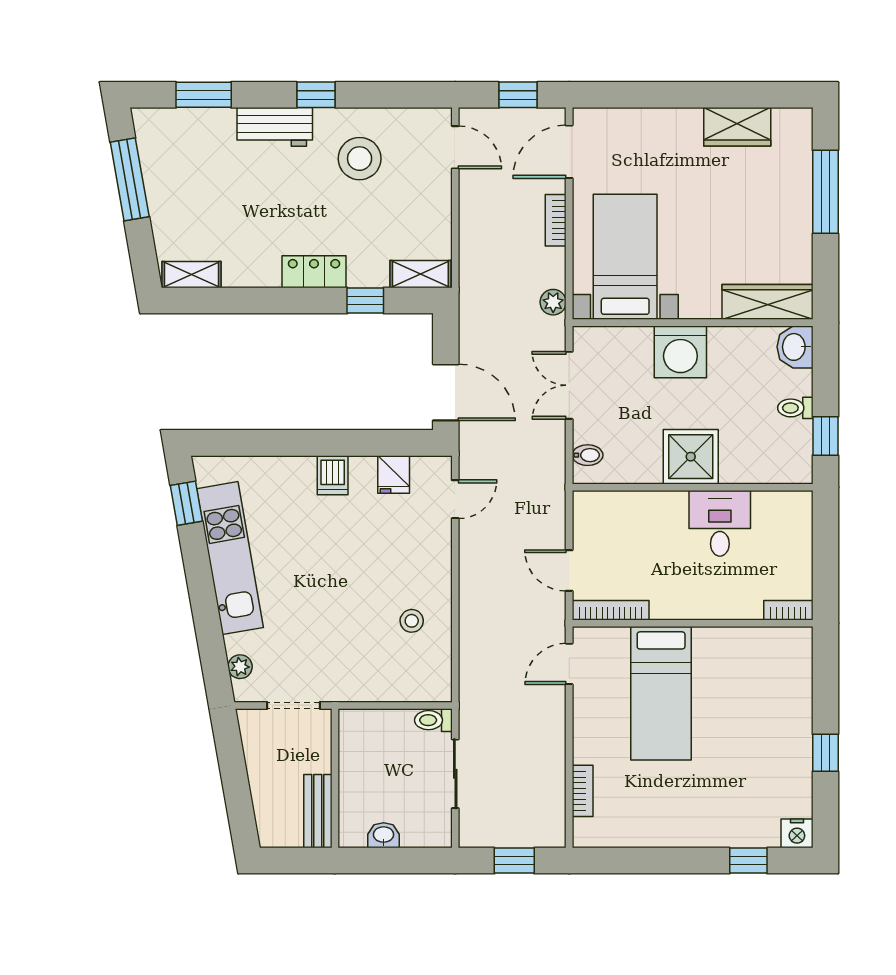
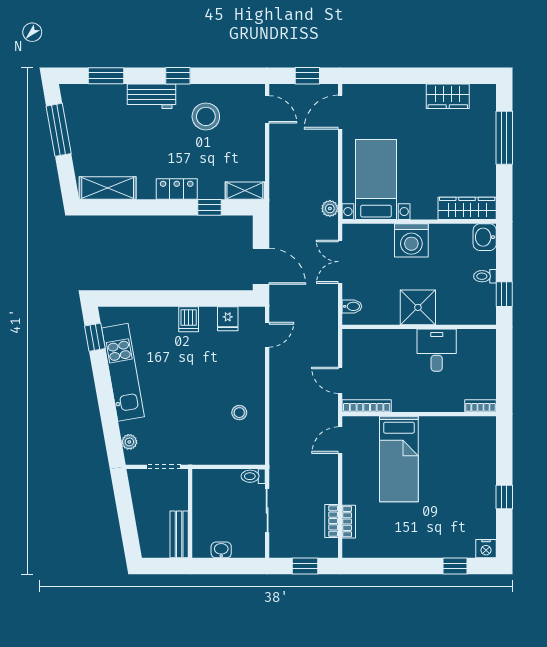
bookcase: (556, 220) -> (331, 521), moved
shelving: (191, 275) -> (108, 188), width x1.50, depth x1.33

